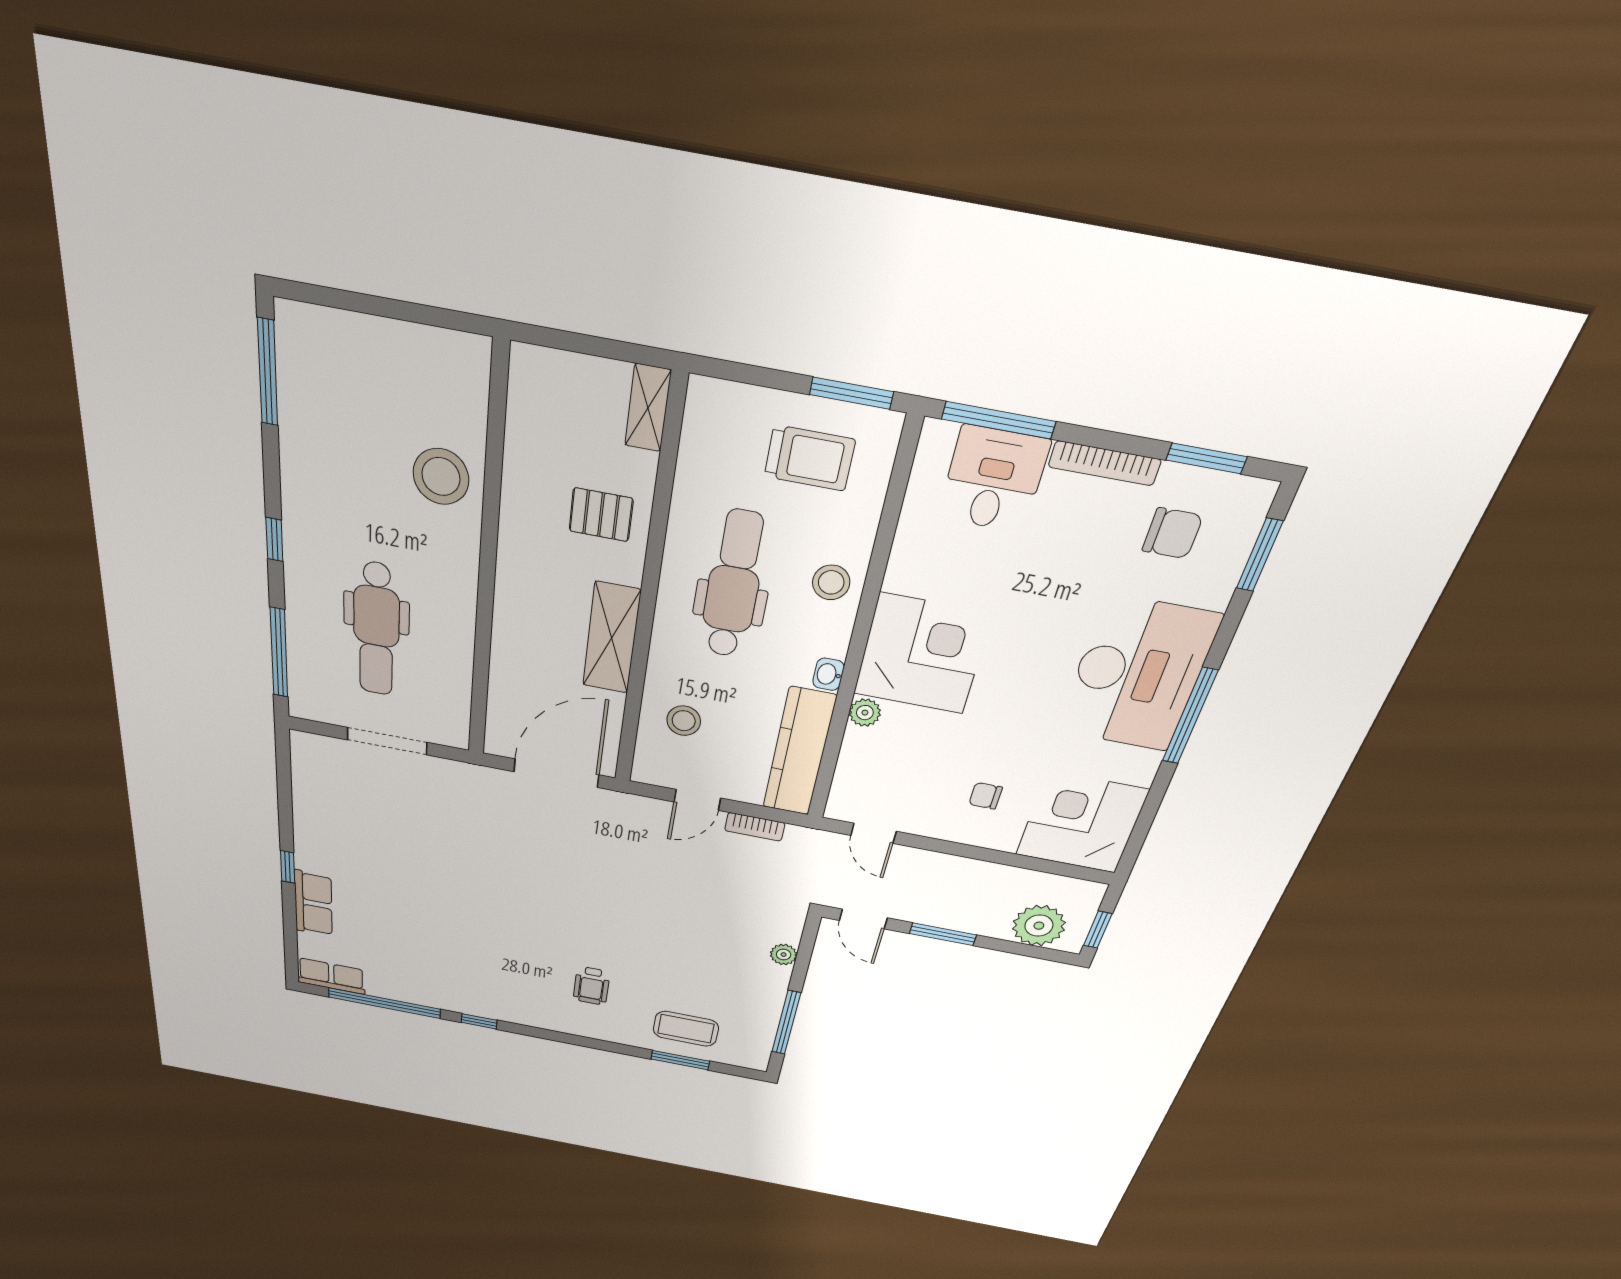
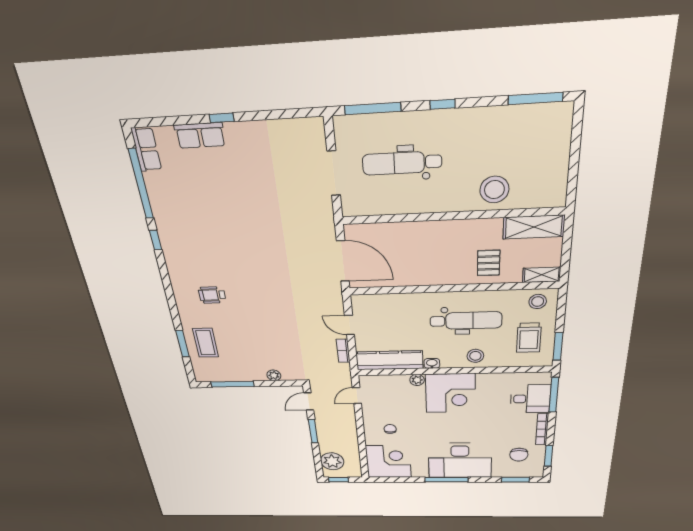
shelving: (612, 638) -> (534, 227), moved
stool: (684, 721) -> (538, 302), moved

